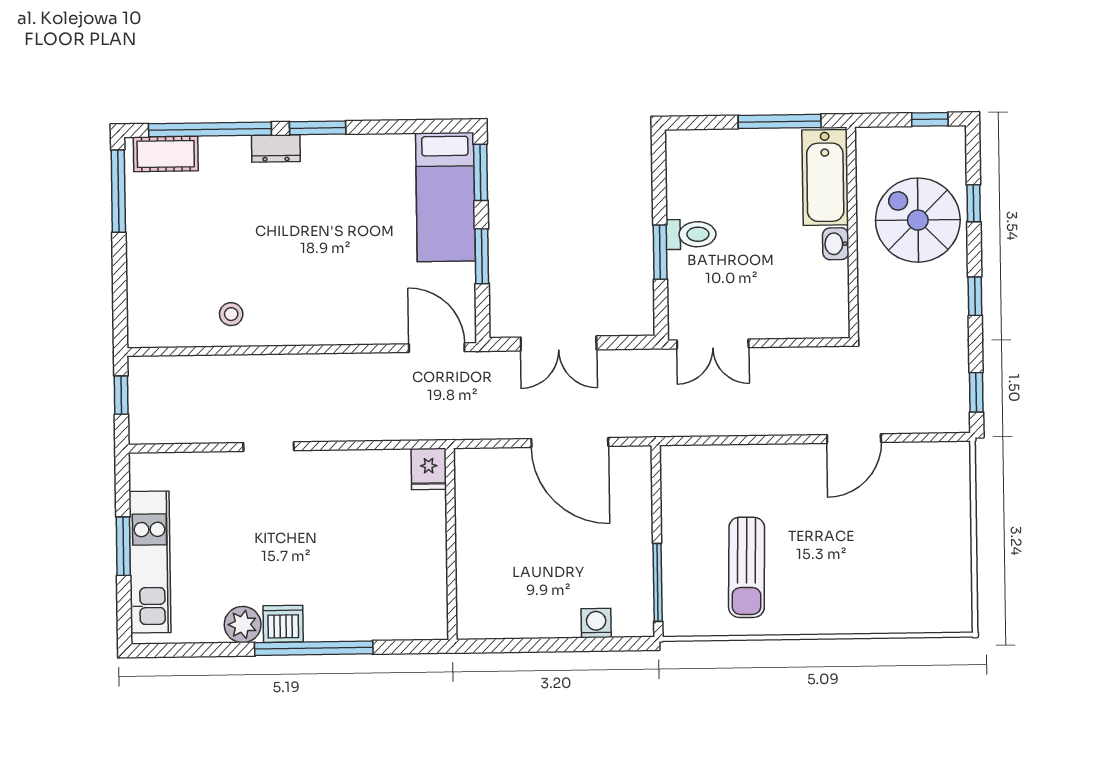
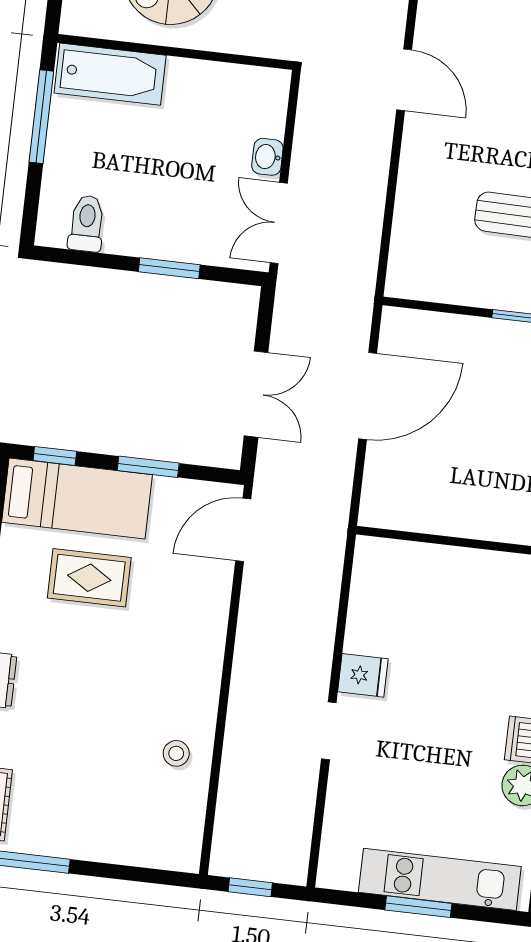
window: (481, 172) -> (55, 456), width x0.67
rug: (377, 217) -> (89, 578), added
toilet: (691, 234) -> (87, 223), moved
washbasin: (836, 244) -> (267, 157), moved, turned 90
double door: (713, 344) -> (279, 223), swing flipped
fridge: (429, 469) -> (363, 675), moved

